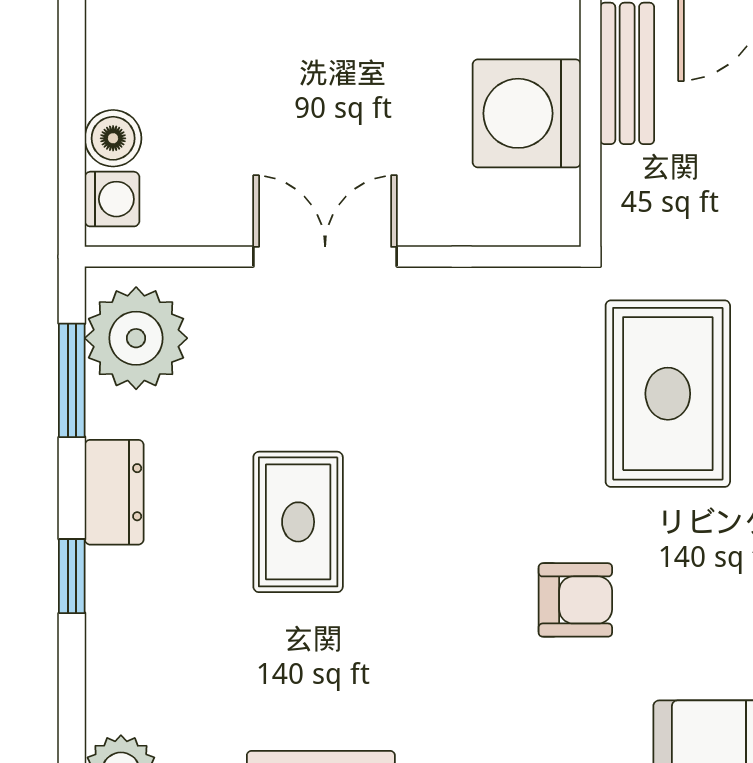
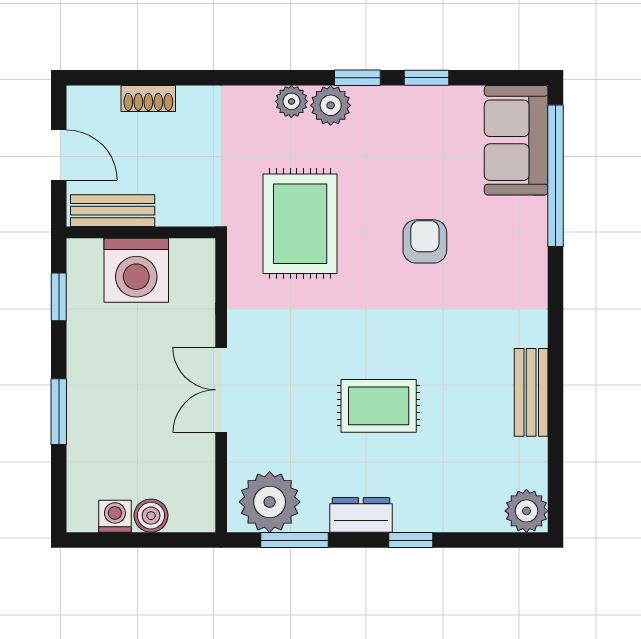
washing machine: (112, 199) -> (115, 516), moved
rug: (668, 394) -> (300, 224), moved, turned 90

